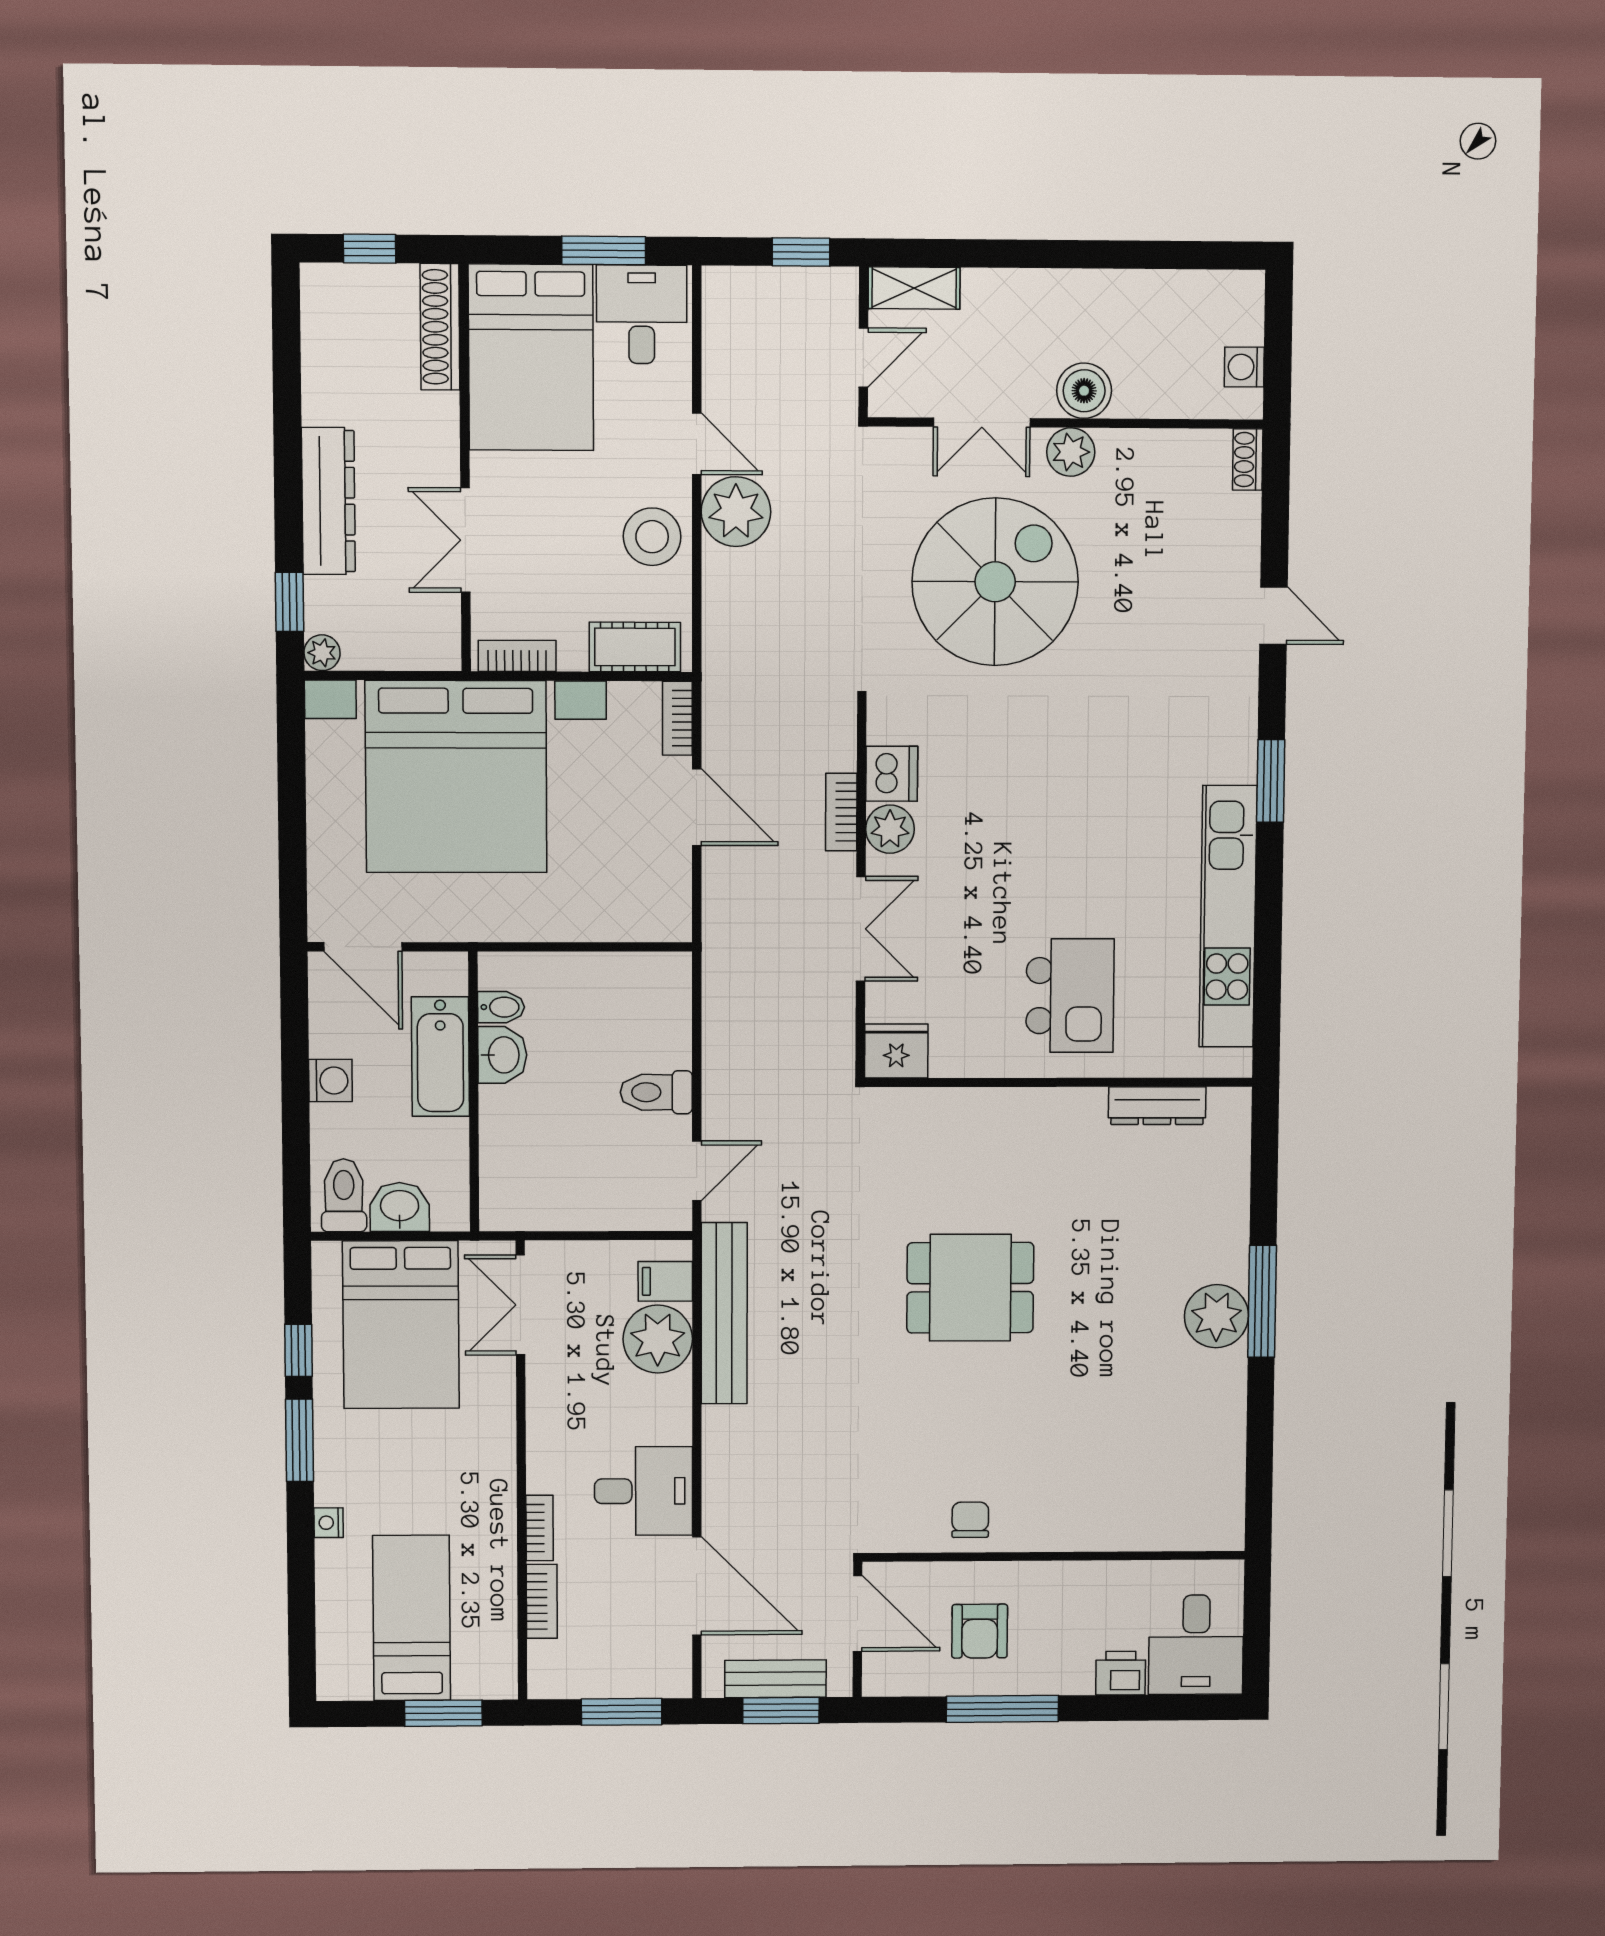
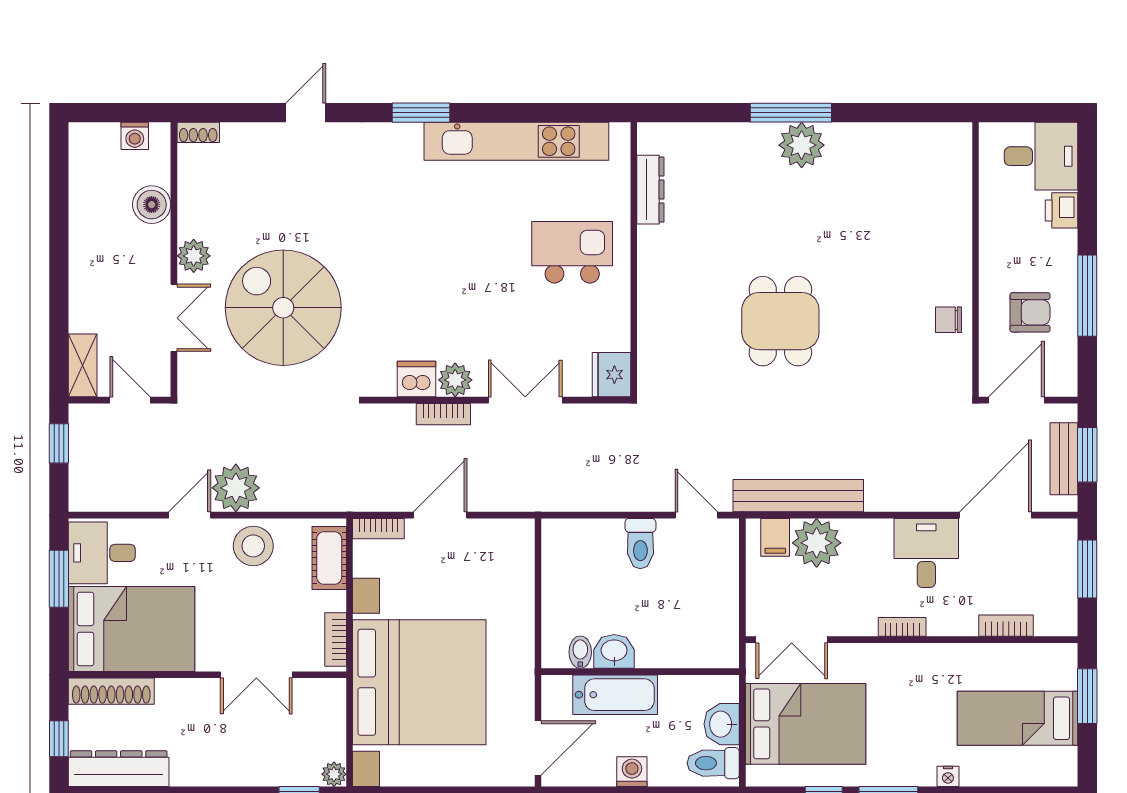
boiler: (1084, 391) -> (152, 205), moved
dresser: (328, 501) -> (119, 769), moved
bookcase: (540, 1528) -> (902, 627), moved

